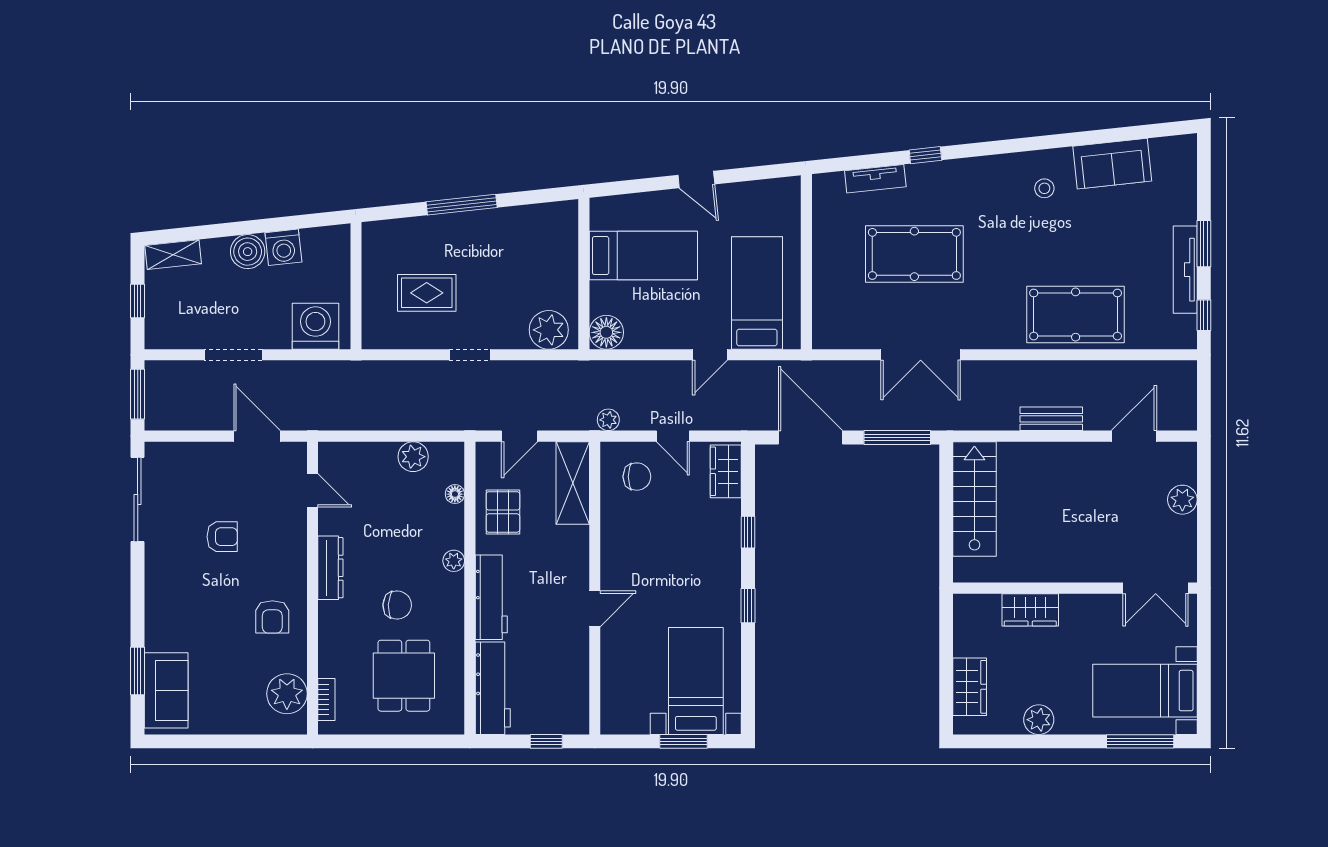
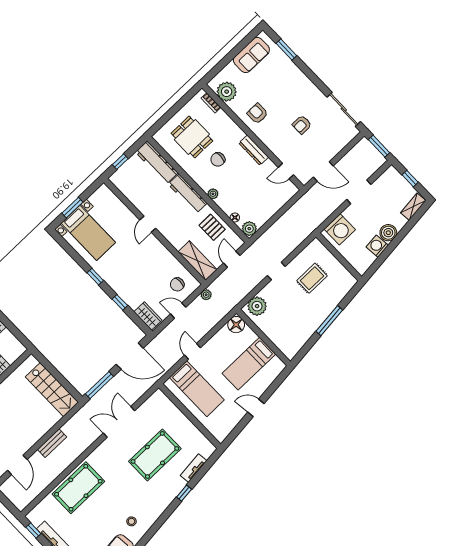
plant: (413, 457) -> (249, 229), moved
sofa: (166, 690) -> (251, 55), moved, turned -90

